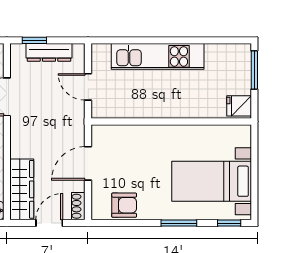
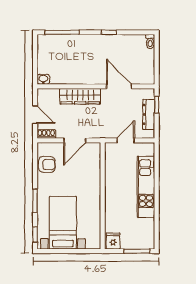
door: (88, 163) -> (75, 140), swing flipped
wardrobe: (22, 189) -> (80, 96), moved
armchair: (124, 205) -> (47, 164), turned -90

